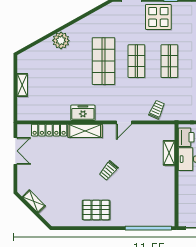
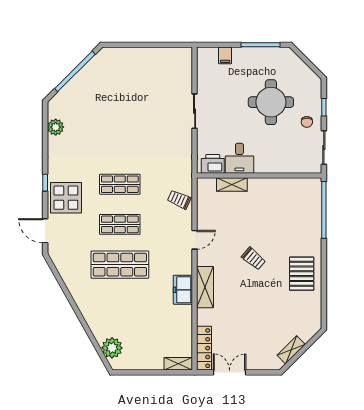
plant: (61, 40) -> (112, 348), moved
shelving: (22, 85) -> (178, 364), moved
door: (124, 122) -> (195, 240), hinge flipped
locker: (49, 130) -> (204, 348), moved

